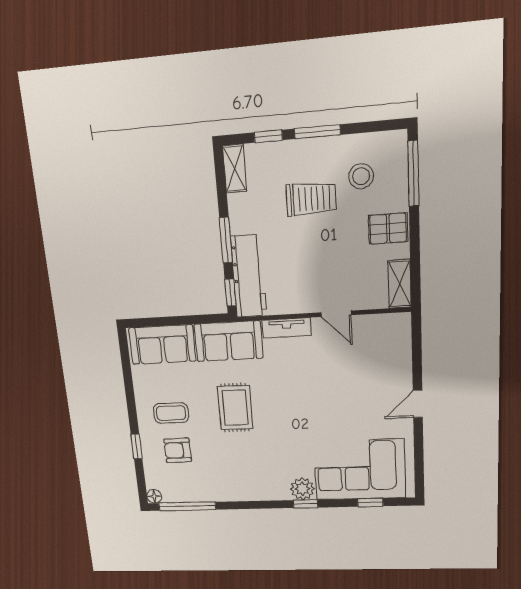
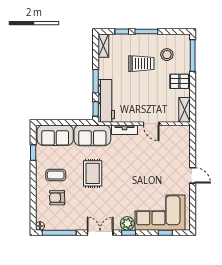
door: (418, 404) -> (193, 175), swing flipped
window: (137, 446) -> (33, 153), moved
double door: (256, 505) -> (100, 233), added

